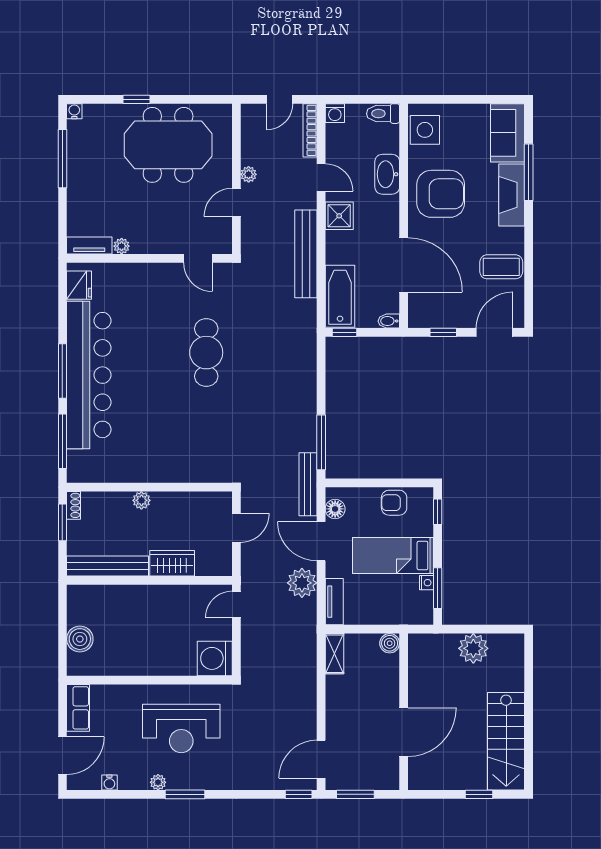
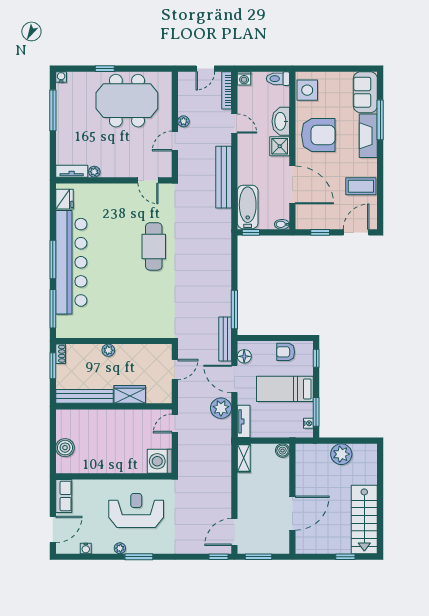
shower: (339, 216) -> (280, 146), moved
nightstand: (426, 583) -> (308, 423), moved
reception desk: (181, 728) -> (136, 510), turned 180

